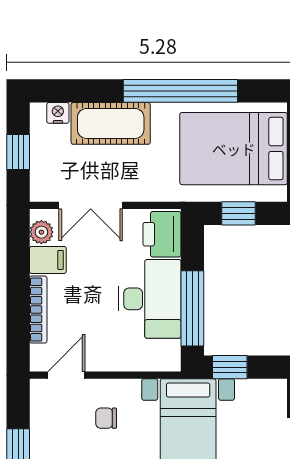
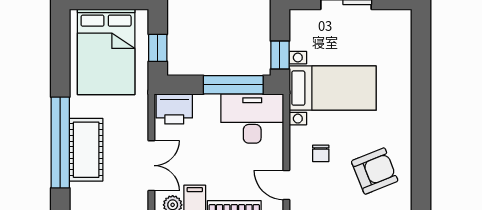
window: (180, 91) -> (60, 142), moved
nightstand: (58, 113) -> (78, 192), removed
desk: (150, 299) -> (252, 119), moved

